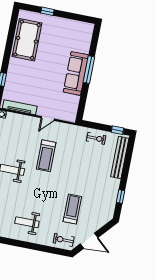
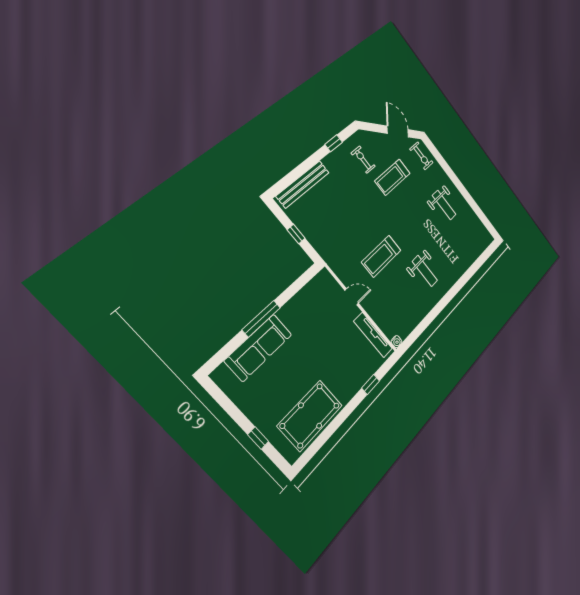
sofa: (76, 73) -> (258, 348), moved
window: (117, 130) -> (296, 234), moved
exercise bike: (96, 138) -> (363, 160), moved
treadmill: (46, 156) -> (381, 256), turned 180

